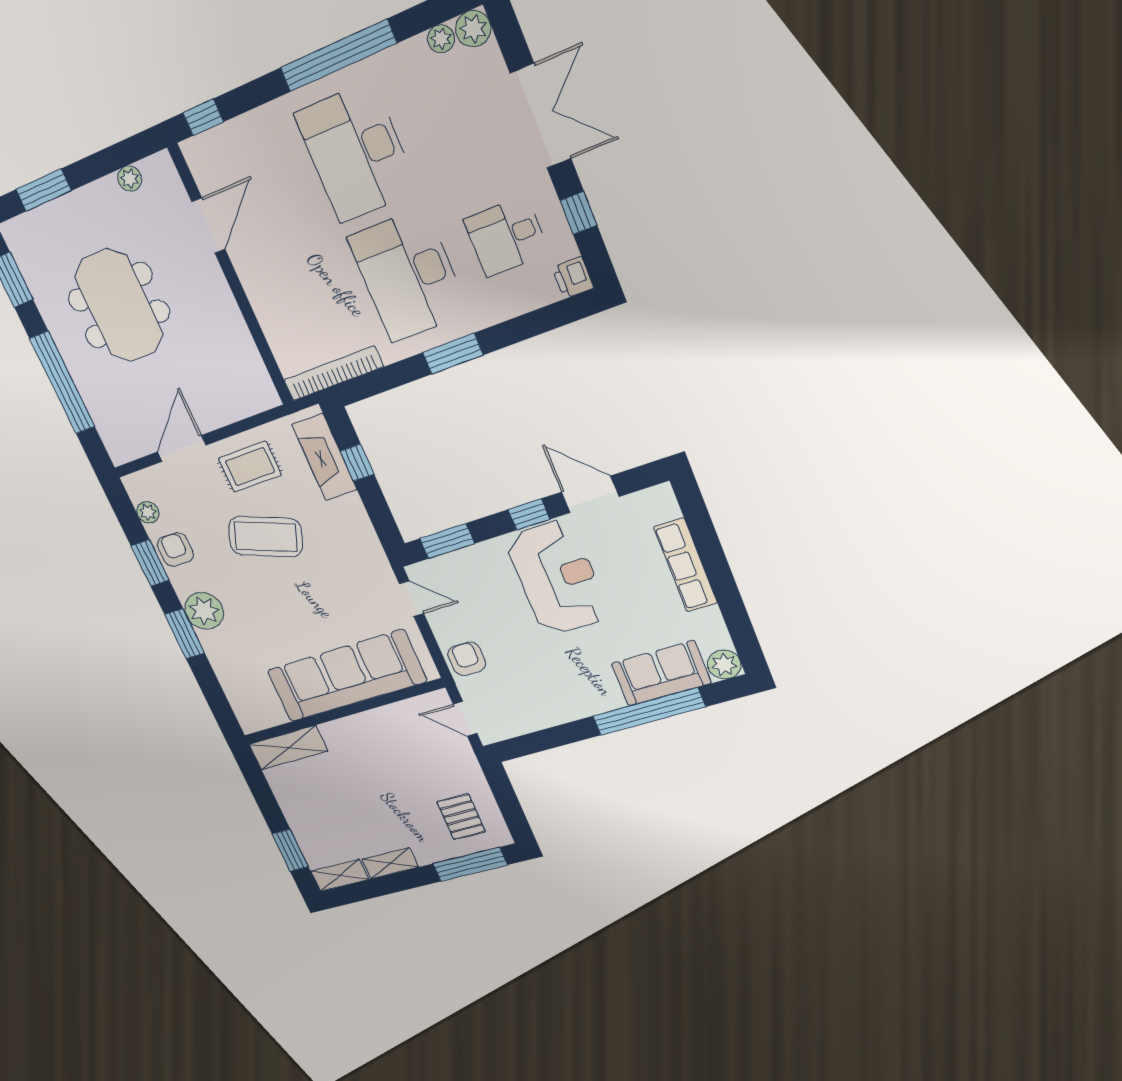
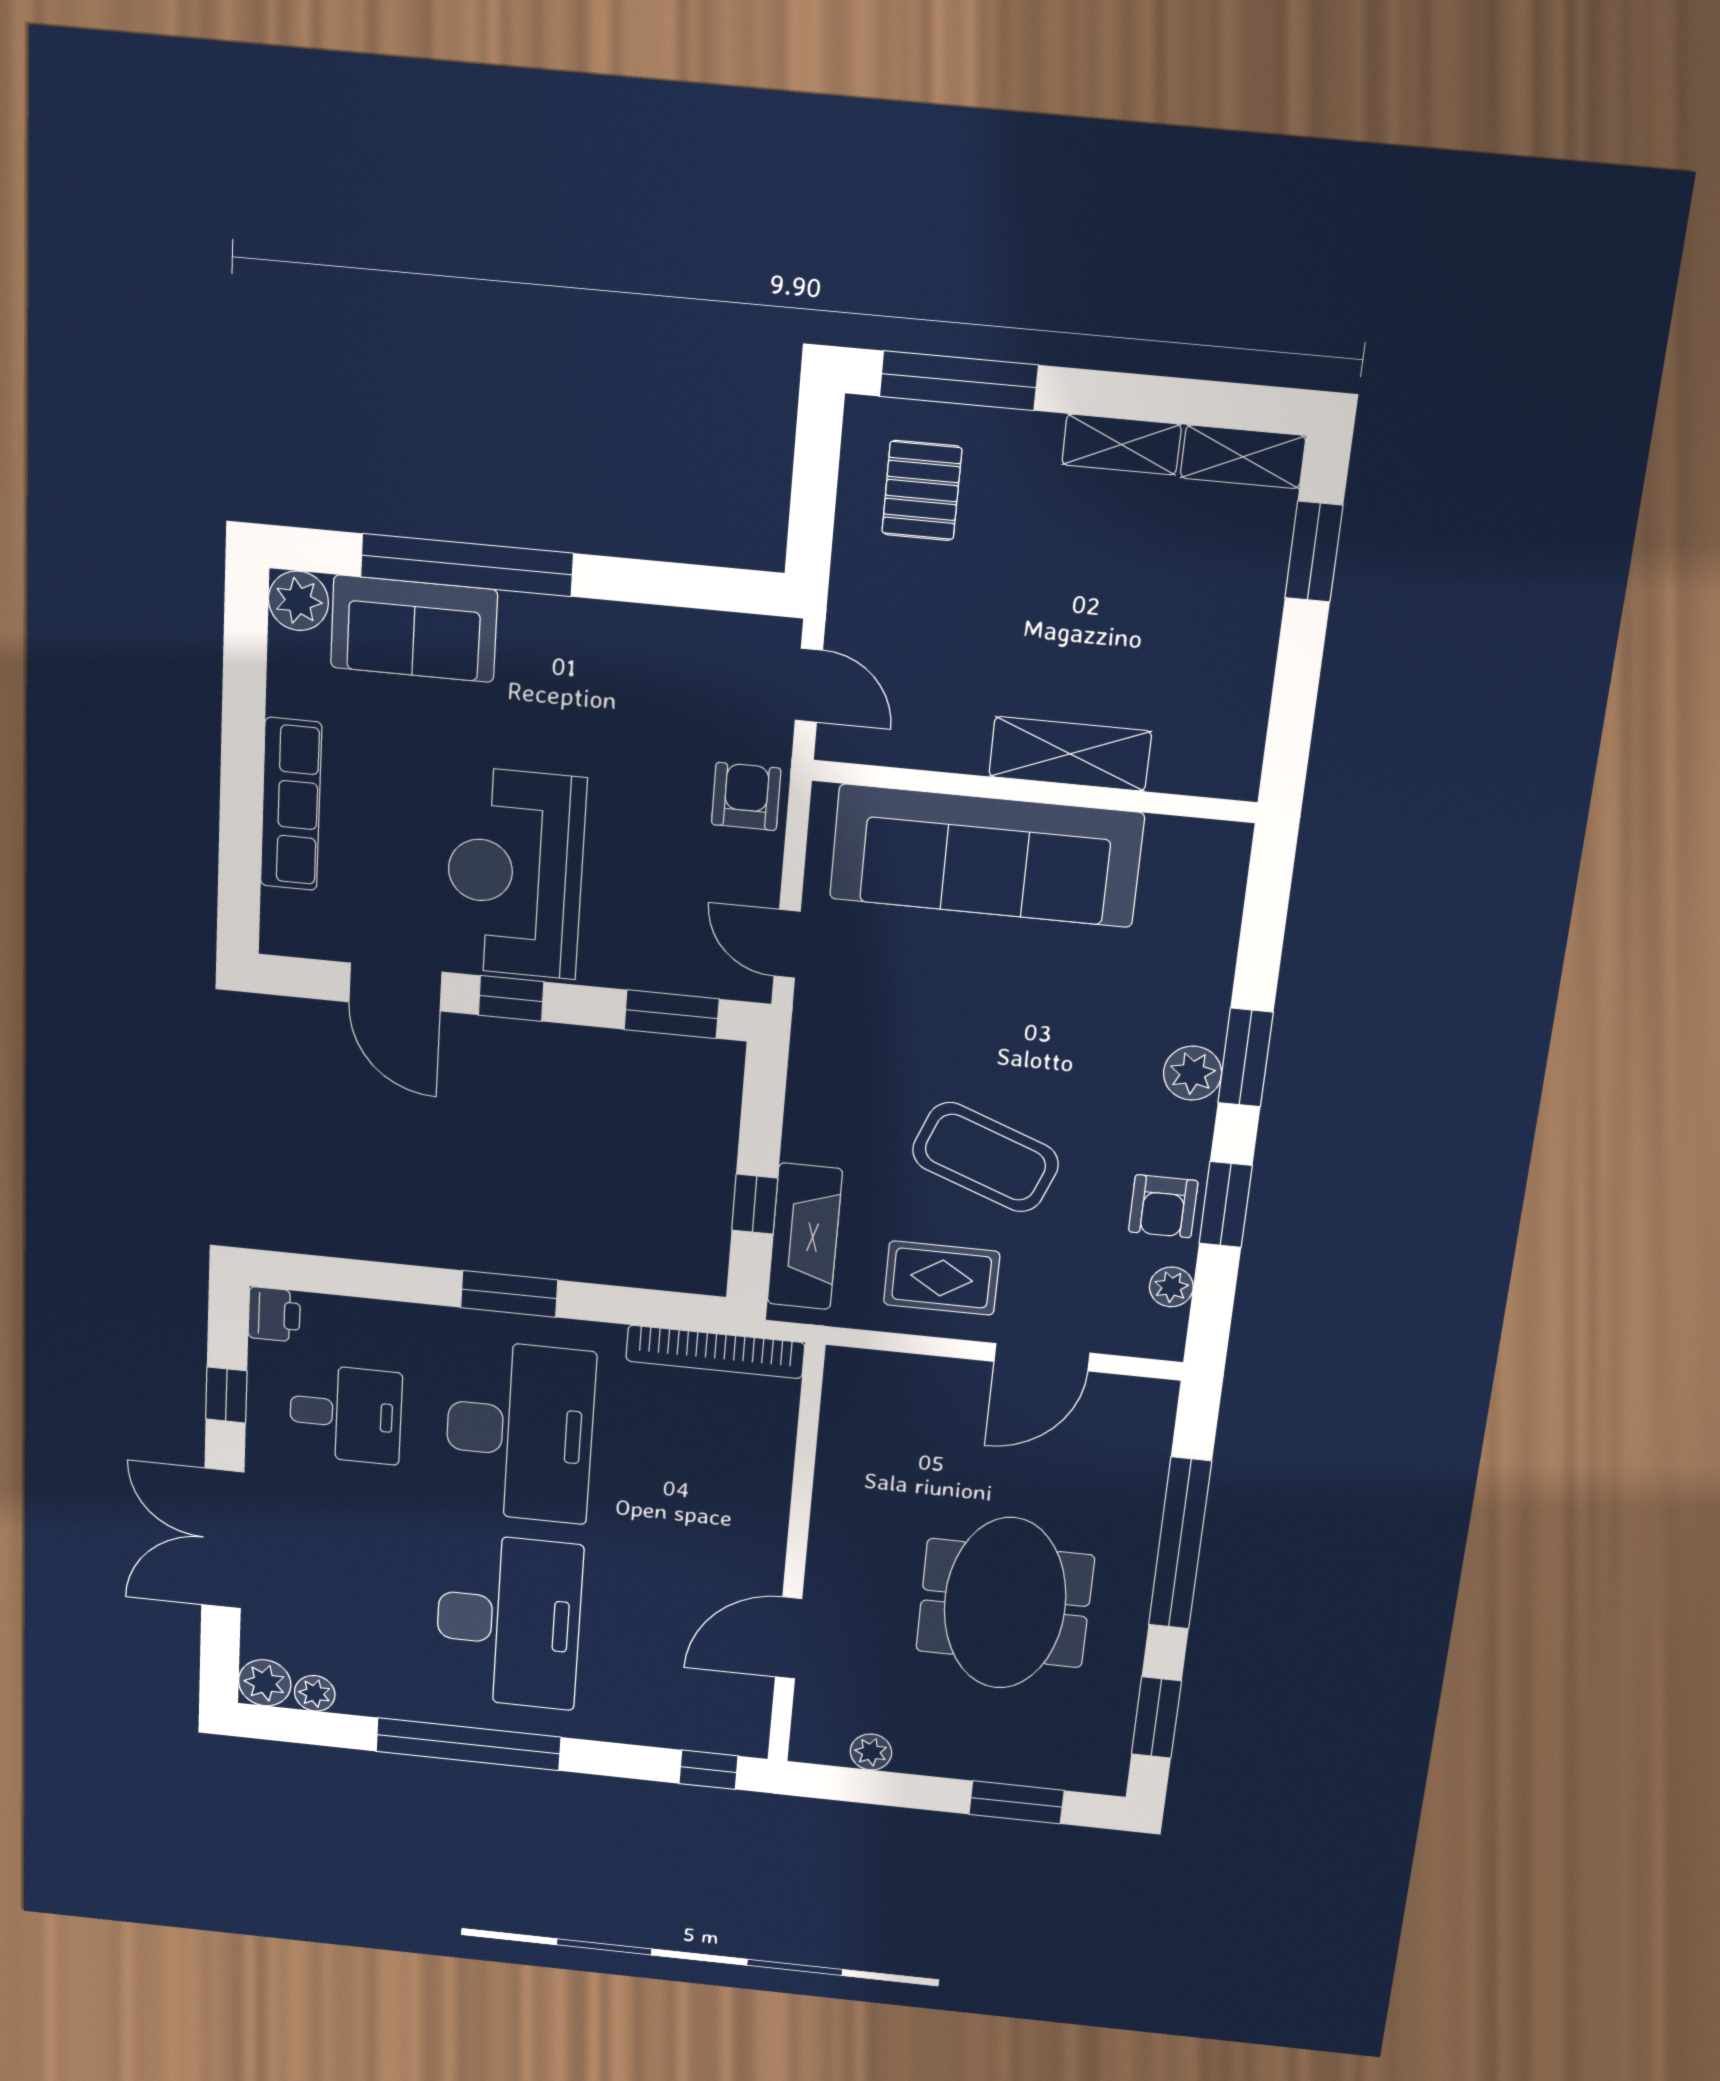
plant: (204, 611) -> (1192, 1073), width x0.73, depth x0.73
armchair: (467, 659) -> (746, 796), turned 180
shelving: (288, 748) -> (1070, 754), moved

